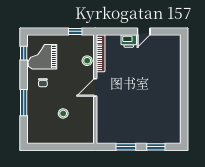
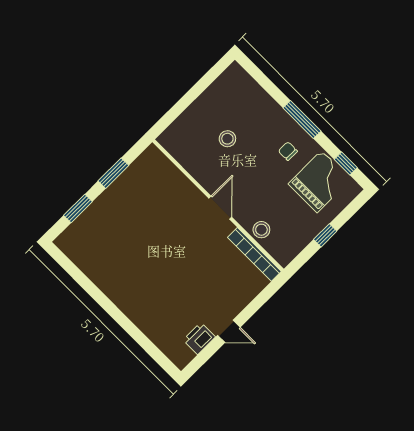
window: (75, 31) -> (325, 235), moved
door: (144, 31) -> (229, 331), swing flipped
printer: (129, 41) -> (199, 338), moved
window: (24, 103) -> (302, 120), moved

